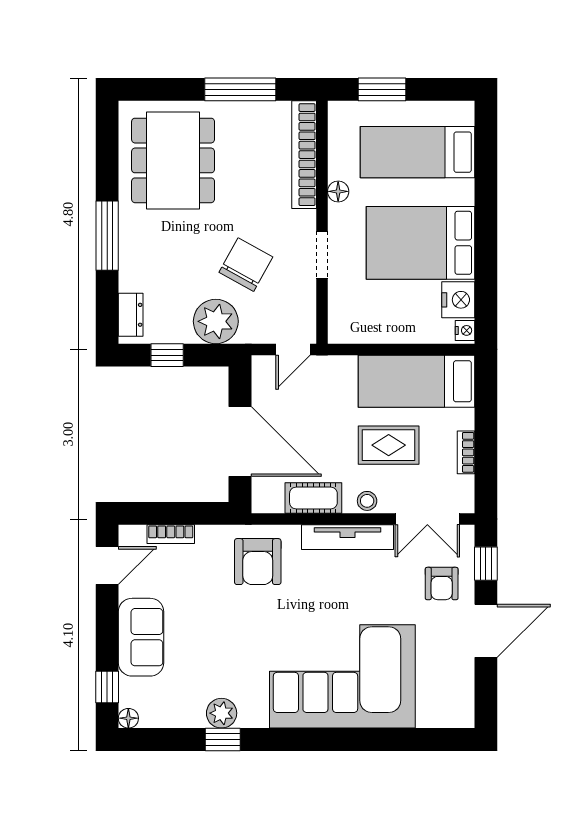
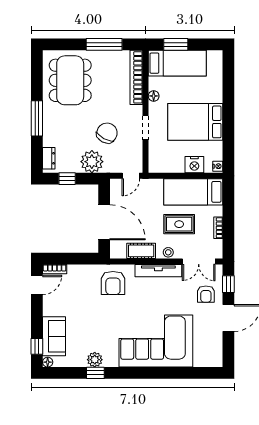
bed: (418, 152) -> (177, 63), moved, turned 180
nightstand: (458, 300) -> (194, 165), moved, turned 90
bookcase: (171, 534) -> (55, 269), moved
sofa: (141, 637) -> (54, 336), moved

